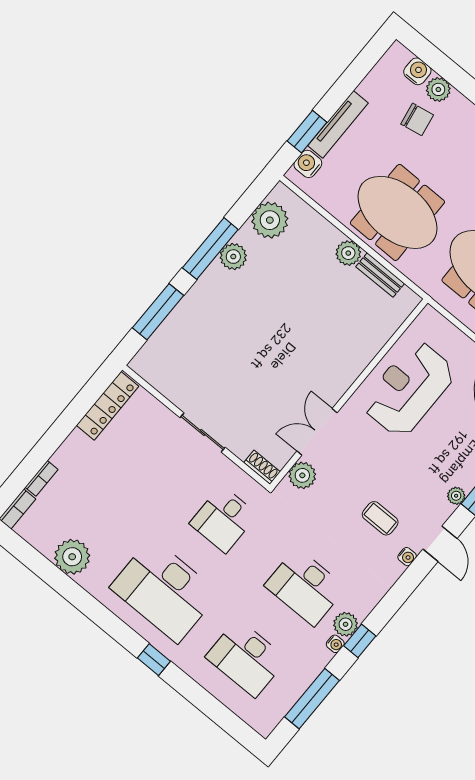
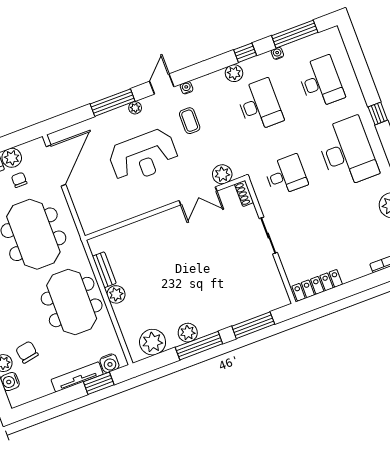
reception desk: (409, 389) -> (143, 156), moved
plant: (346, 624) -> (234, 73), moved
water cooler: (335, 644) -> (277, 53), moved

